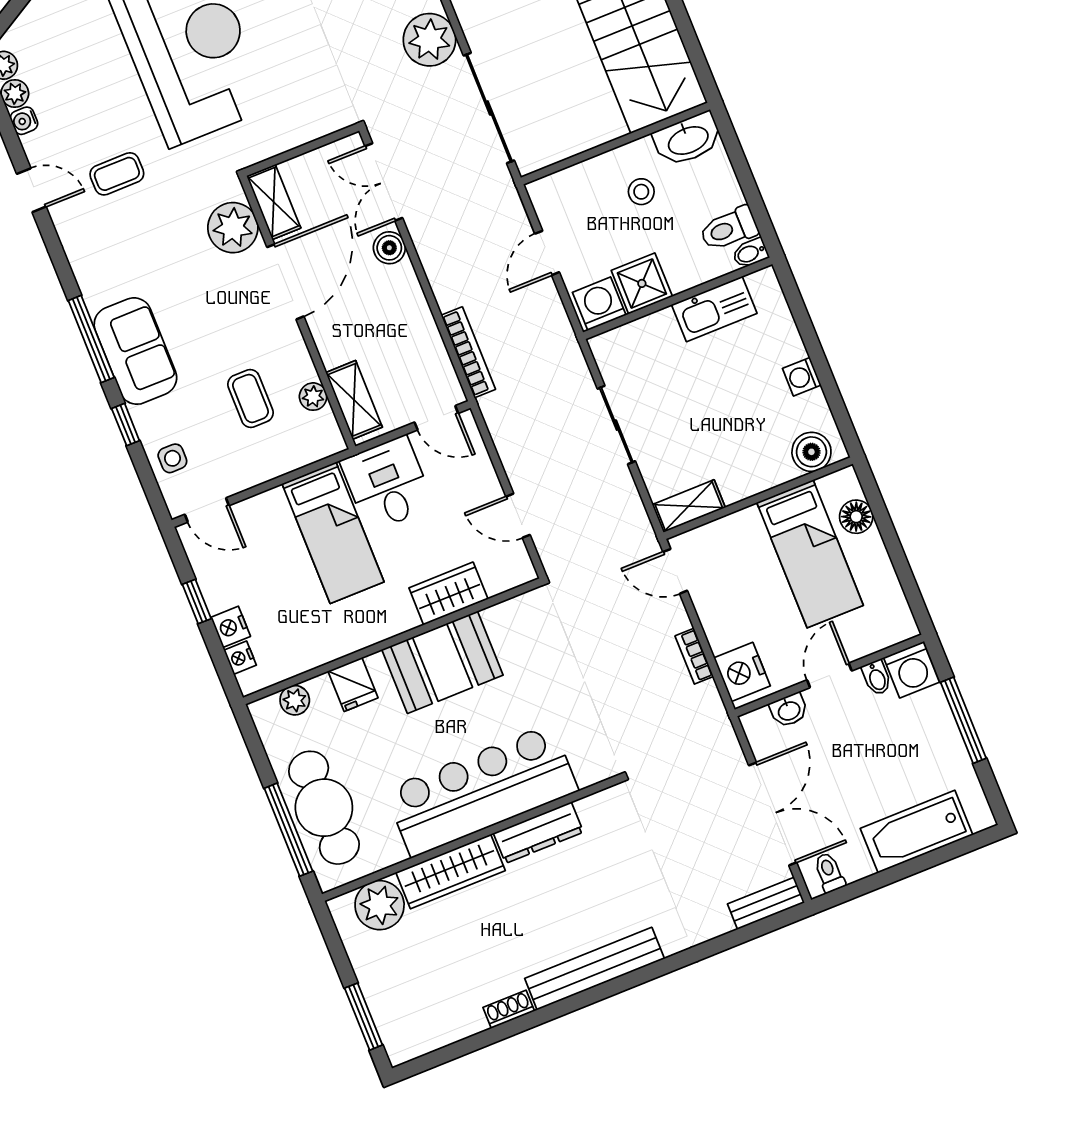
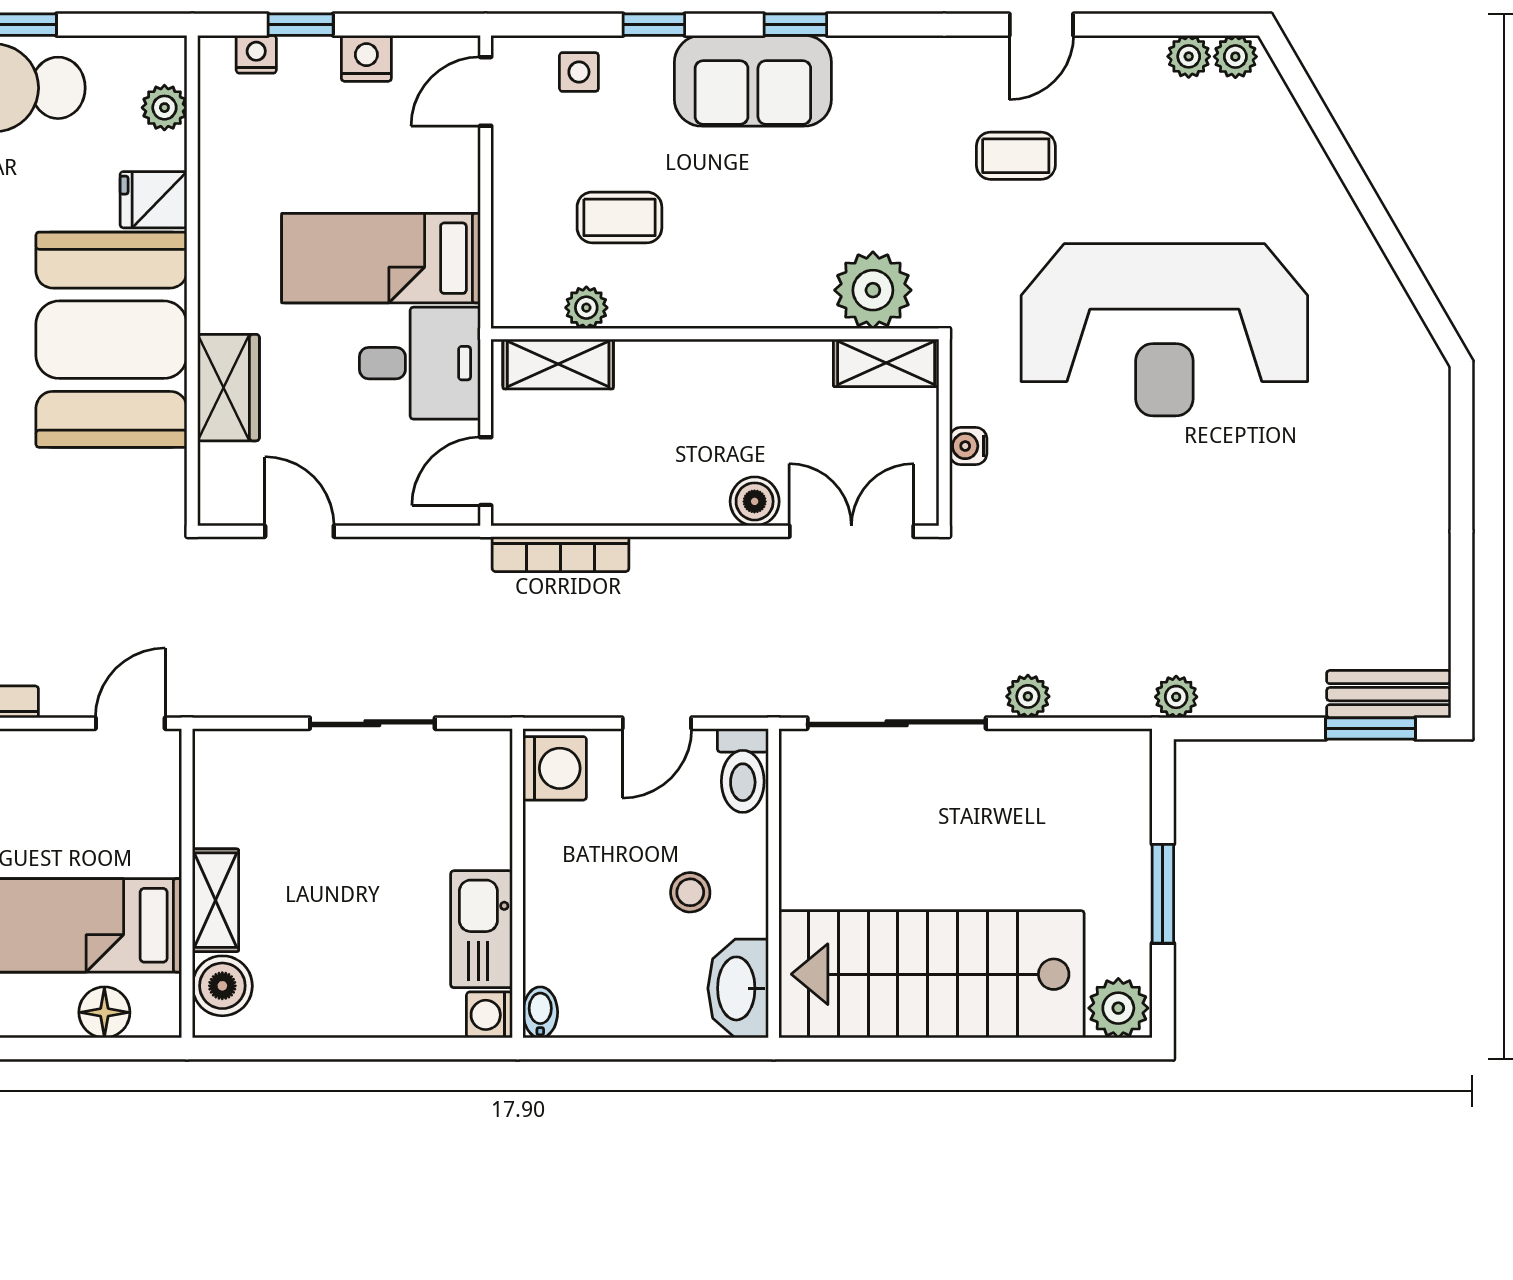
plant: (429, 40) -> (1028, 696), width x0.53, depth x0.53
water cooler: (24, 121) -> (968, 446), moved, turned -90
coffee table: (117, 174) -> (1016, 156), turned 90
toilet: (729, 229) -> (743, 770), moved, turned 180
door: (547, 253) -> (657, 723), swing flipped
door: (285, 282) -> (766, 334), removed
shower: (642, 283) -> (559, 841), removed
window: (91, 339) -> (795, 25), width x0.46
washing machine: (802, 377) -> (489, 1015), moved, turned -90
shelving: (689, 506) -> (215, 900), moved
door: (518, 516) -> (299, 531), hinge flipped
window: (197, 601) -> (301, 25), moved
nightstand: (231, 627) -> (366, 58), moved
booth: (442, 662) -> (111, 340), width x1.36, depth x1.42

